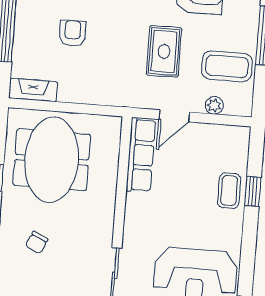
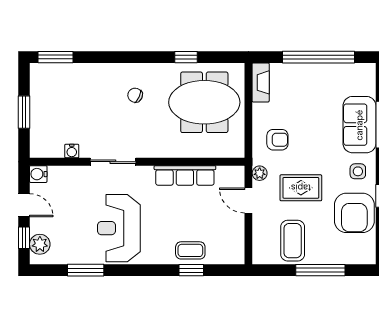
armchair: (73, 33) -> (277, 140), moved
plant: (214, 105) -> (260, 173), moved
row of seats: (141, 155) -> (185, 175), moved

